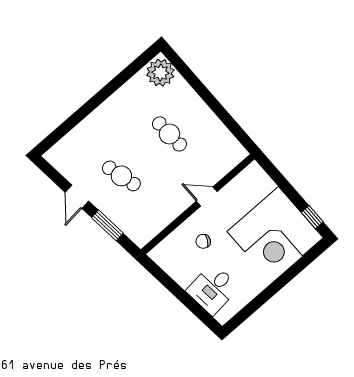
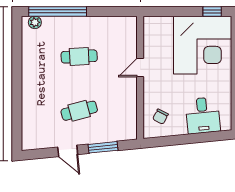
plant: (160, 73) -> (35, 22), width x0.53, depth x0.53
window: (193, 80) -> (58, 11), added
chair: (203, 241) -> (160, 117), moved

